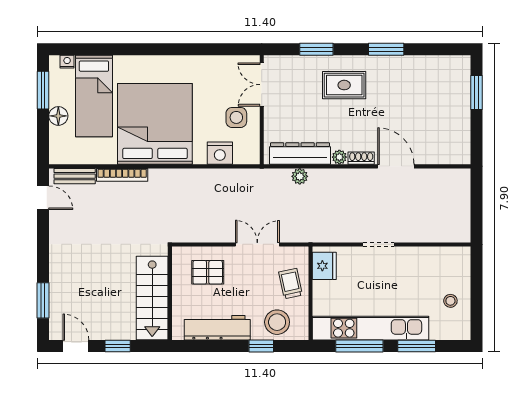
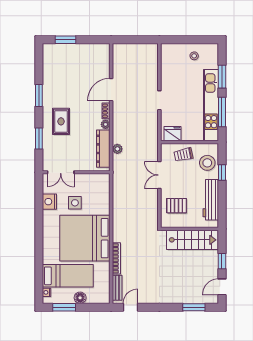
side table: (236, 117) -> (75, 203), moved
nightstand: (220, 153) -> (49, 202), moved, turned 180
pallet: (208, 272) -> (177, 206), turned 90

